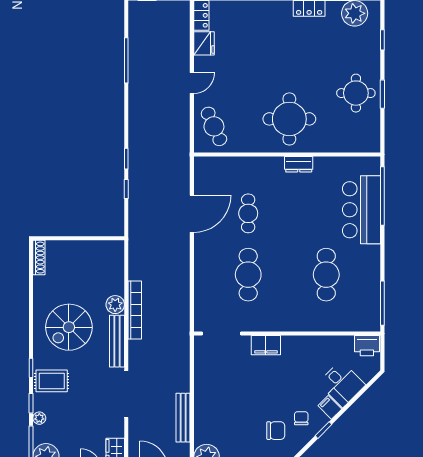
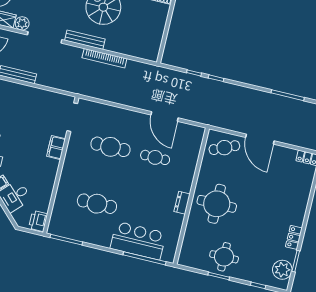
fridge: (204, 43) -> (287, 155), removed
door: (192, 83) -> (260, 139), width x1.87
plant: (115, 305) -> (22, 23), moved

